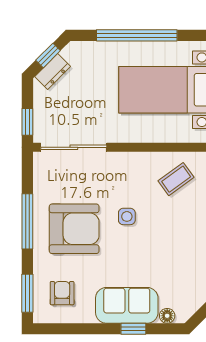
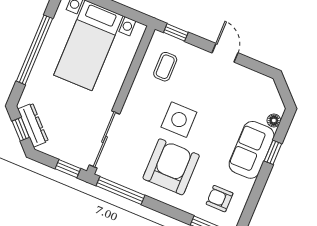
dresser: (53, 71) -> (33, 125), width x1.44
coffee table: (176, 179) -> (165, 67), turned 36
side table: (127, 216) -> (179, 120), width x1.87, depth x1.87
window: (27, 221) -> (120, 191), moved

